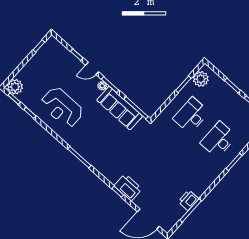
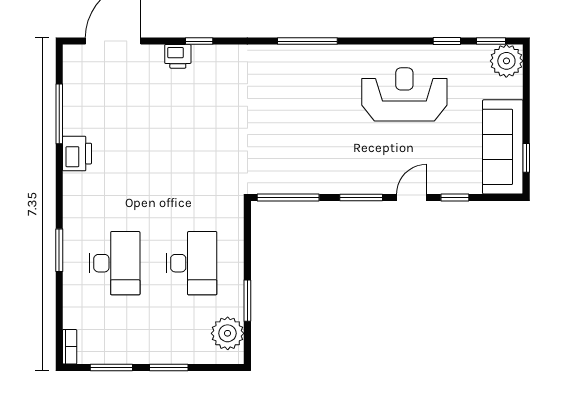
plant: (102, 86) -> (372, 185), removed
sofa: (120, 108) -> (503, 147), moved, turned -90
printer: (128, 187) -> (178, 56), width x0.53, depth x0.68
printer: (188, 200) -> (77, 154), moved

